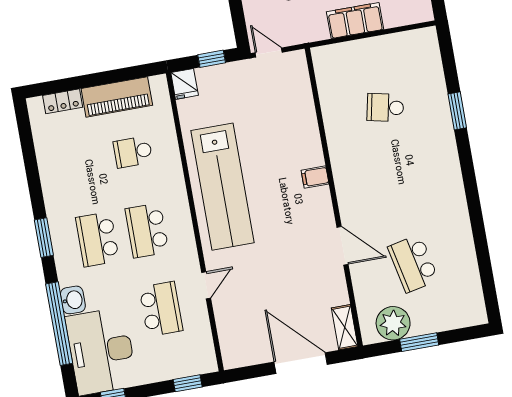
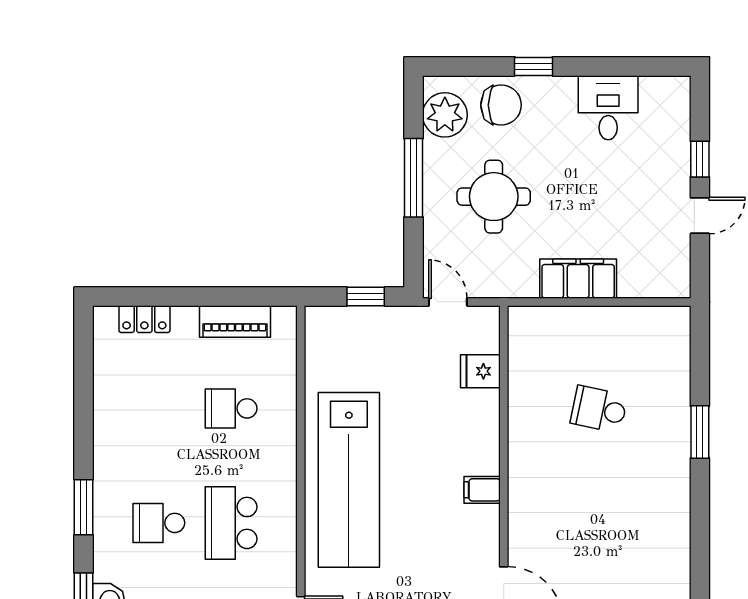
fridge: (185, 84) -> (480, 371), moved, turned 90
piano: (117, 97) -> (235, 321), width x0.73, depth x0.75
school desk: (97, 239) -> (159, 523), width x0.54

